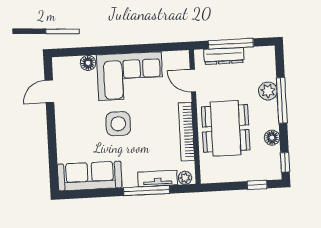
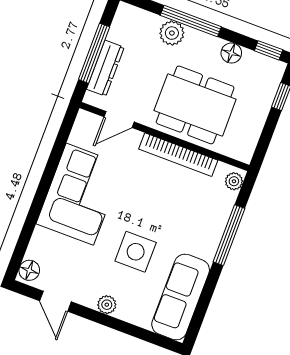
floor lamp: (88, 63) -> (29, 270), moved
side table: (118, 124) -> (136, 252), moved
plant: (62, 128) -> (107, 305), added
tv unit: (158, 178) -> (220, 215), removed

